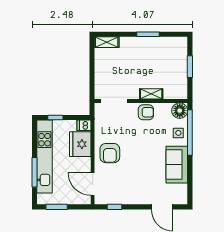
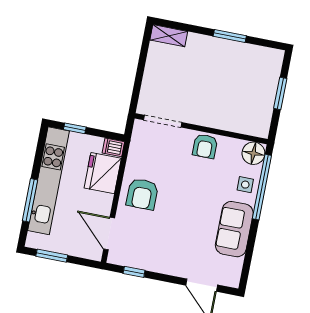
shelving: (151, 94) -> (218, 122), removed
armchair: (146, 112) -> (205, 146), turned 90

